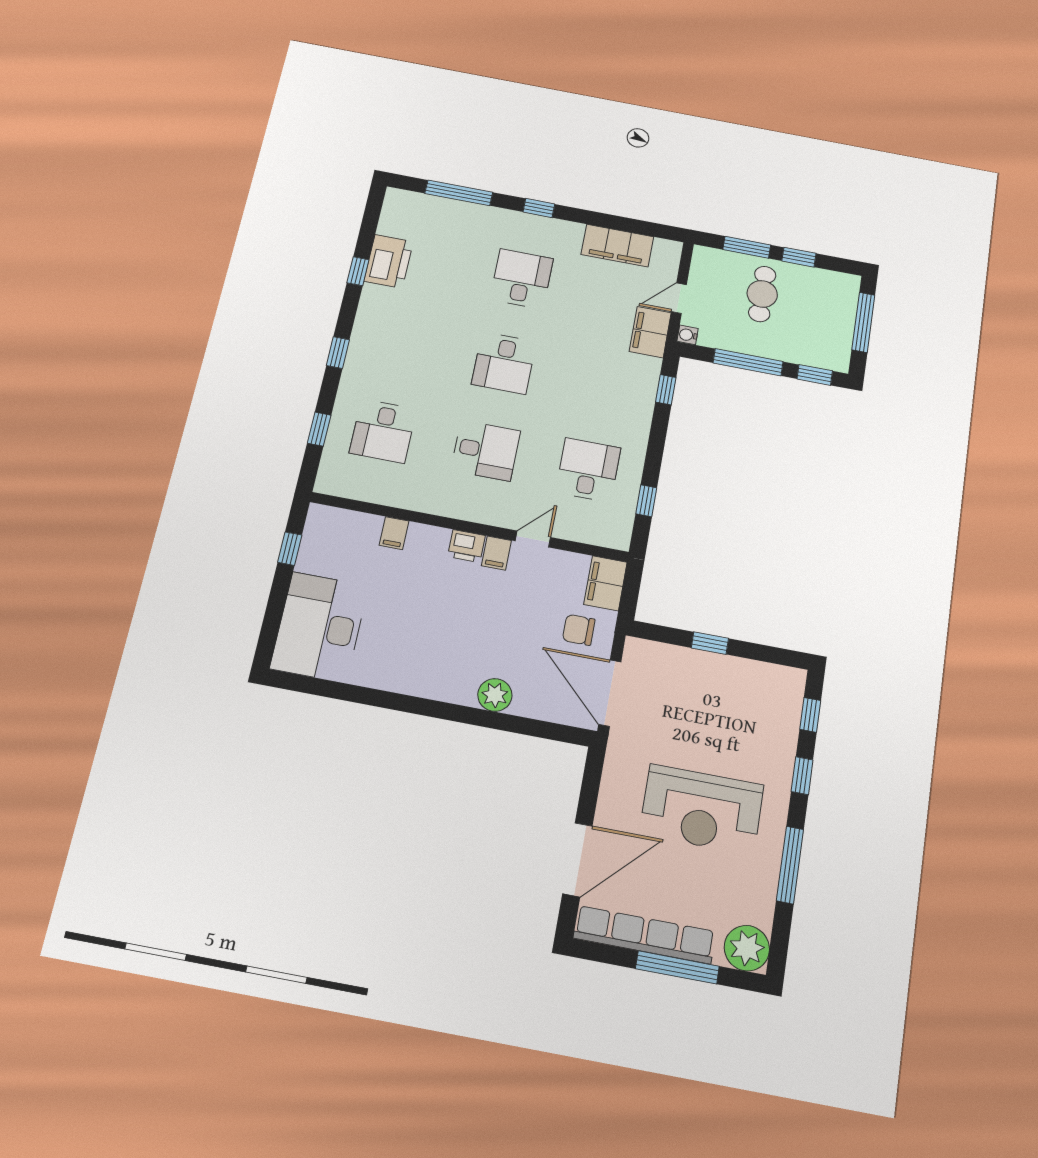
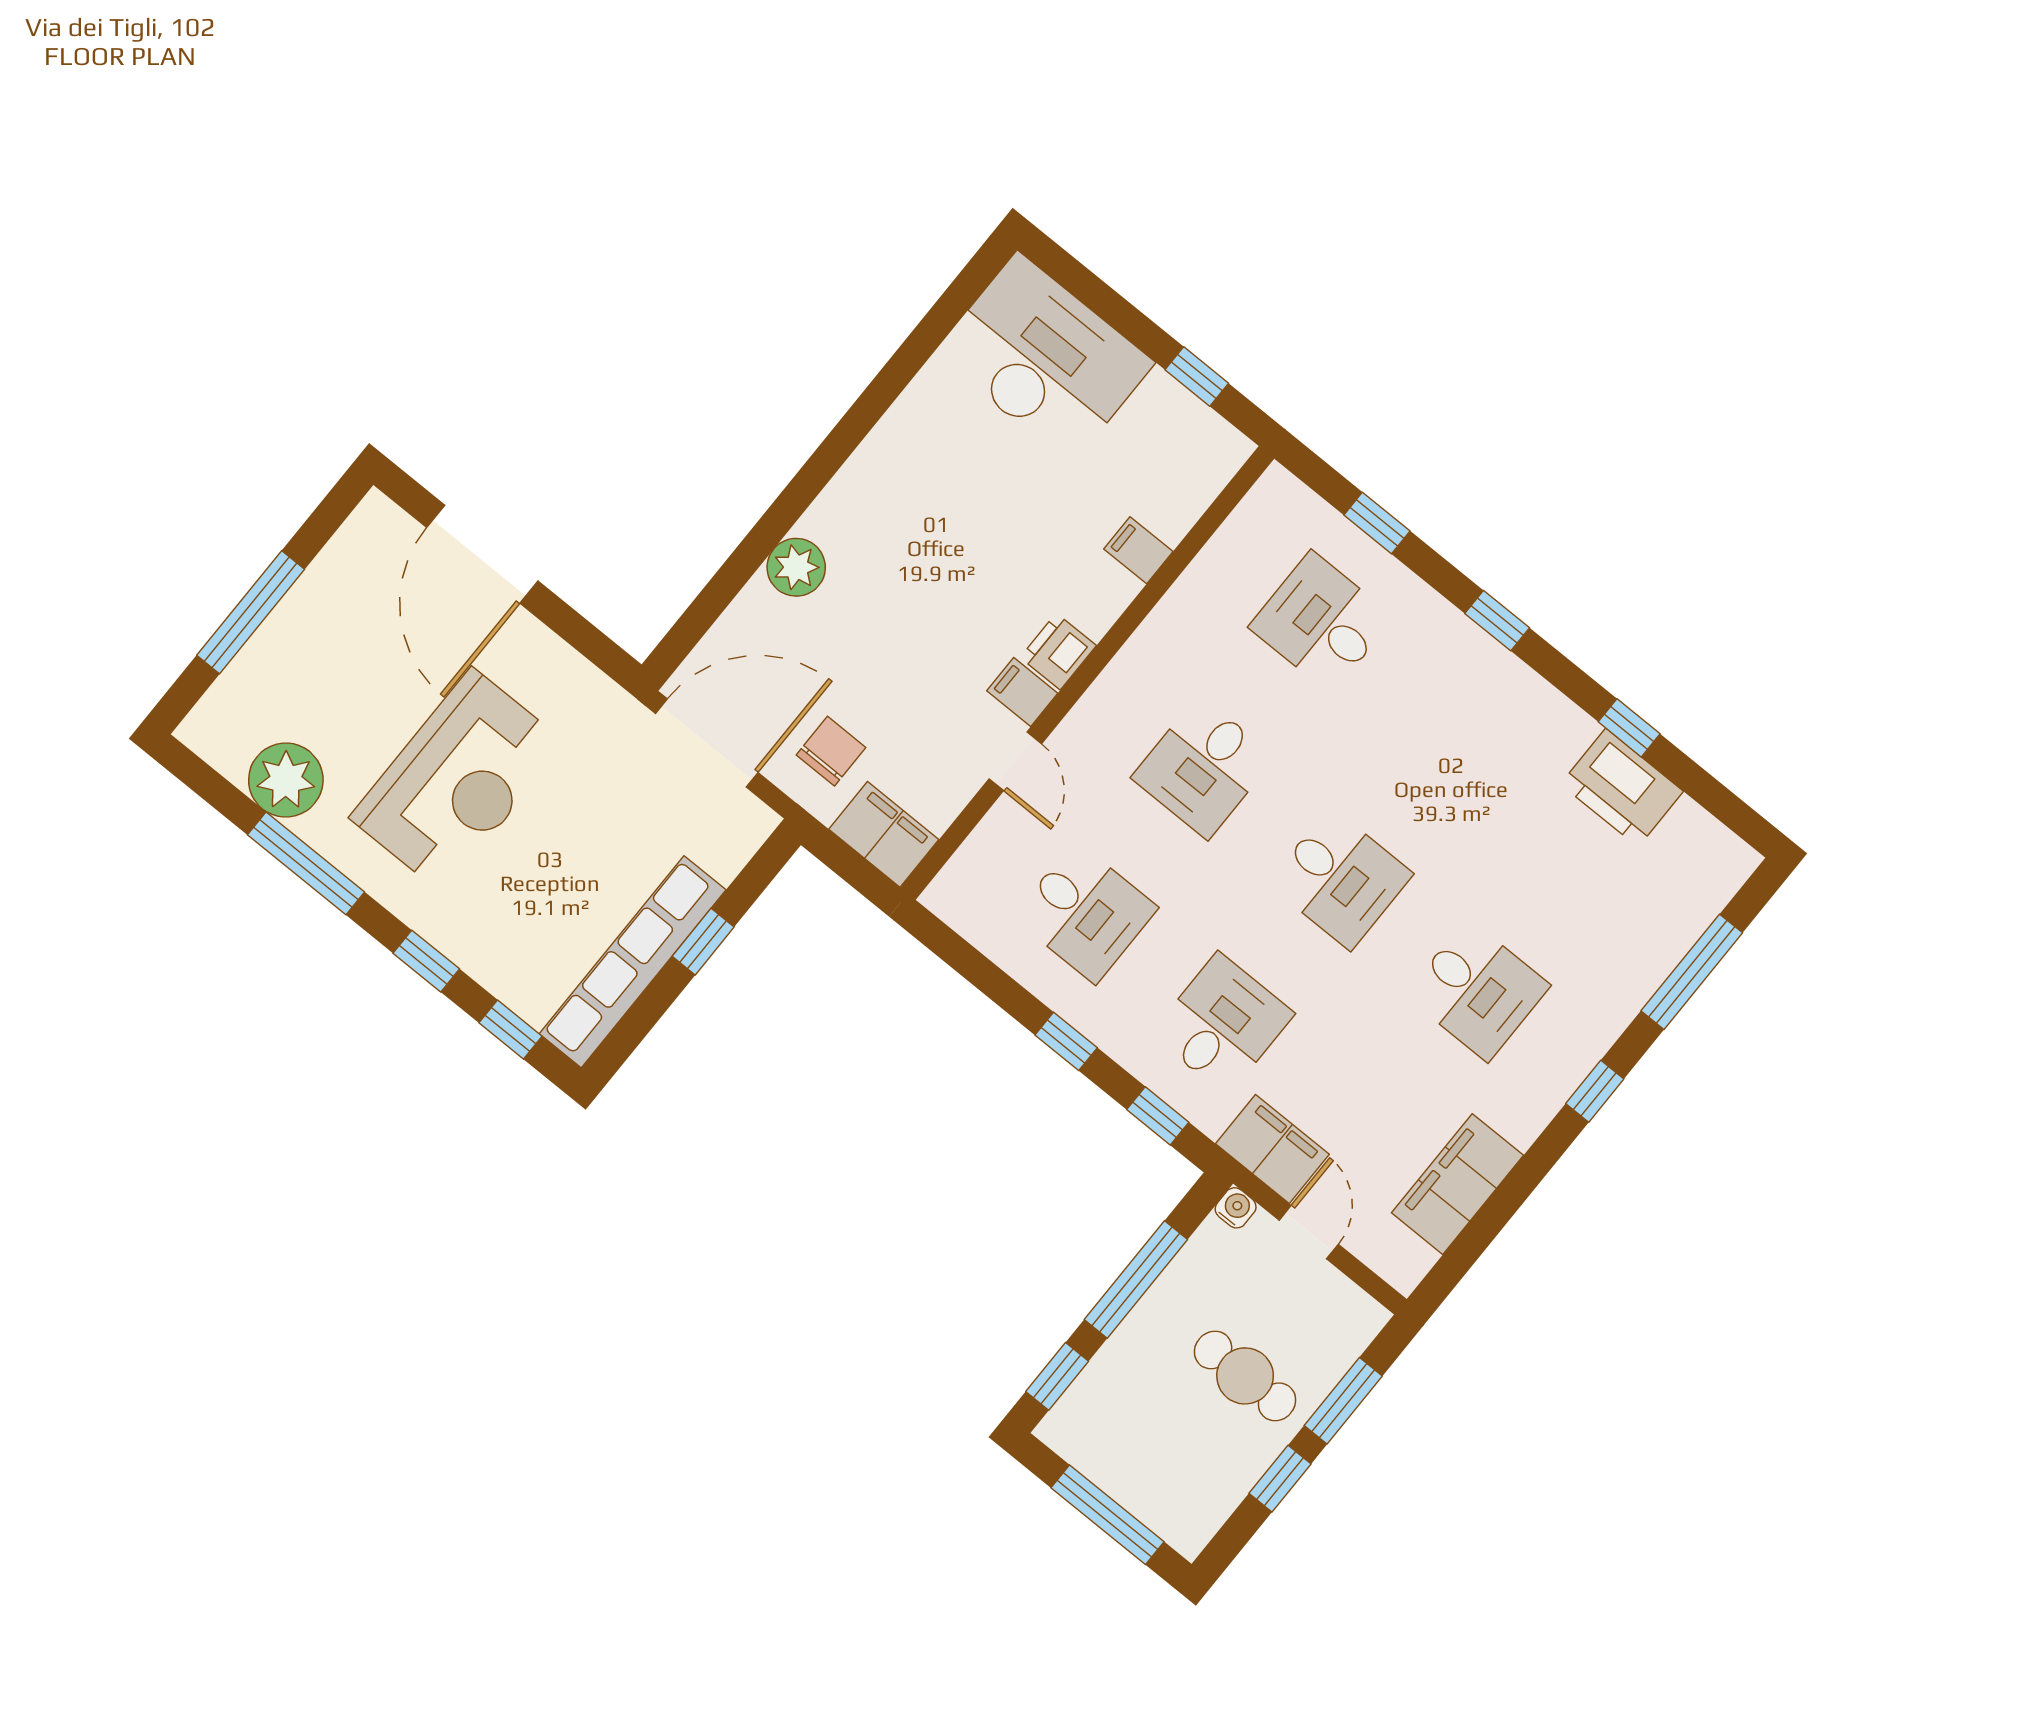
desk: (504, 363) -> (1340, 879), turned 180
desk: (605, 382) -> (1223, 1024), added
window: (646, 501) -> (1066, 1041), moved
reception desk: (702, 809) -> (457, 780), turned 180
row of seats: (644, 935) -> (633, 962), moved, turned 180
plant: (747, 948) -> (286, 780), moved

